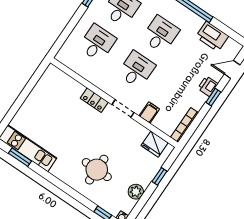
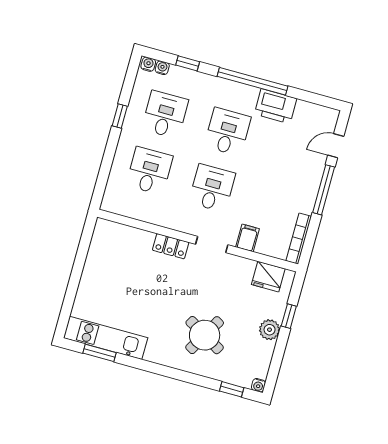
printer: (212, 36) -> (276, 106), moved
printer: (208, 86) -> (312, 178), removed
window: (213, 97) -> (324, 190), width x2.17
round table: (97, 170) -> (205, 335), turned 30
plant: (136, 192) -> (270, 330), moved

